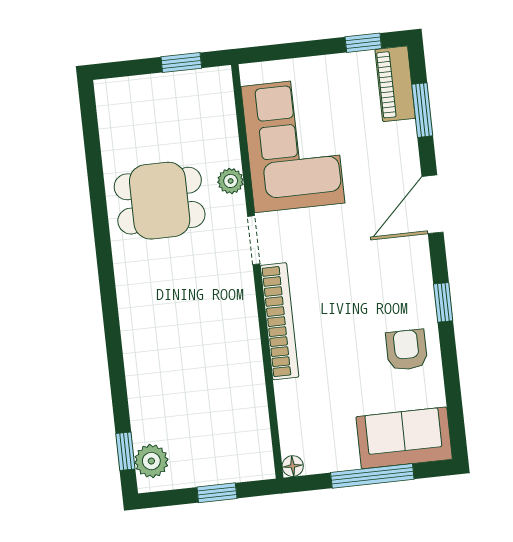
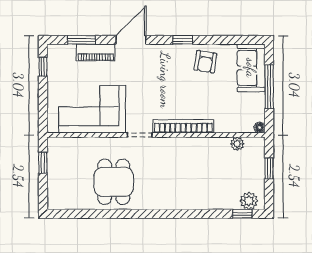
piano: (395, 84) -> (96, 53), moved
plant: (231, 181) -> (237, 144), moved
door: (433, 204) -> (131, 40), swing flipped
armchair: (407, 350) -> (205, 62), turned -81

